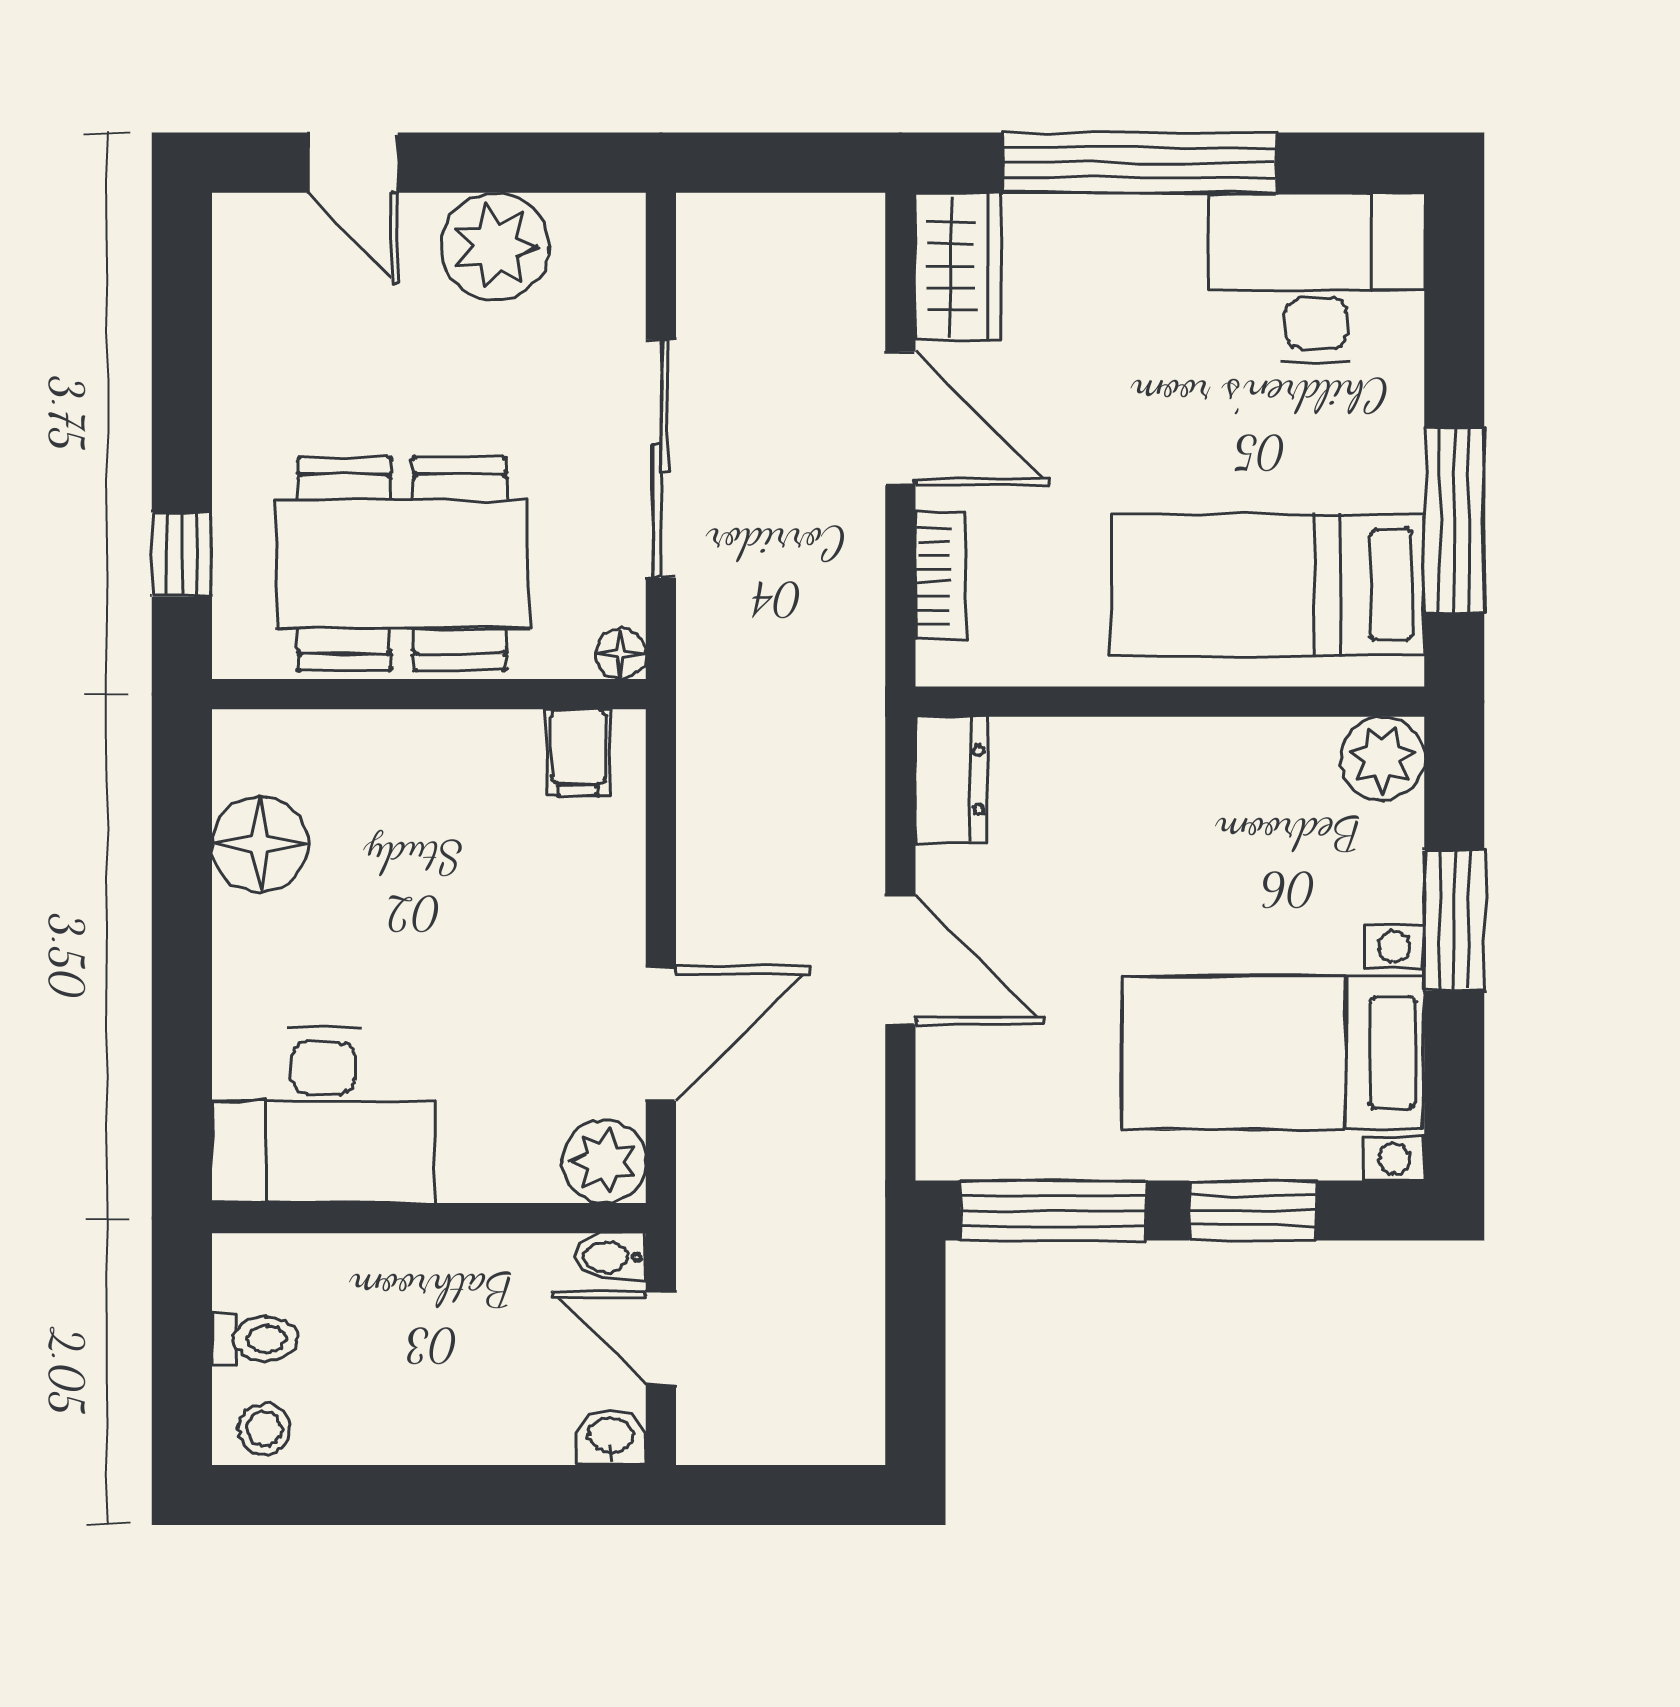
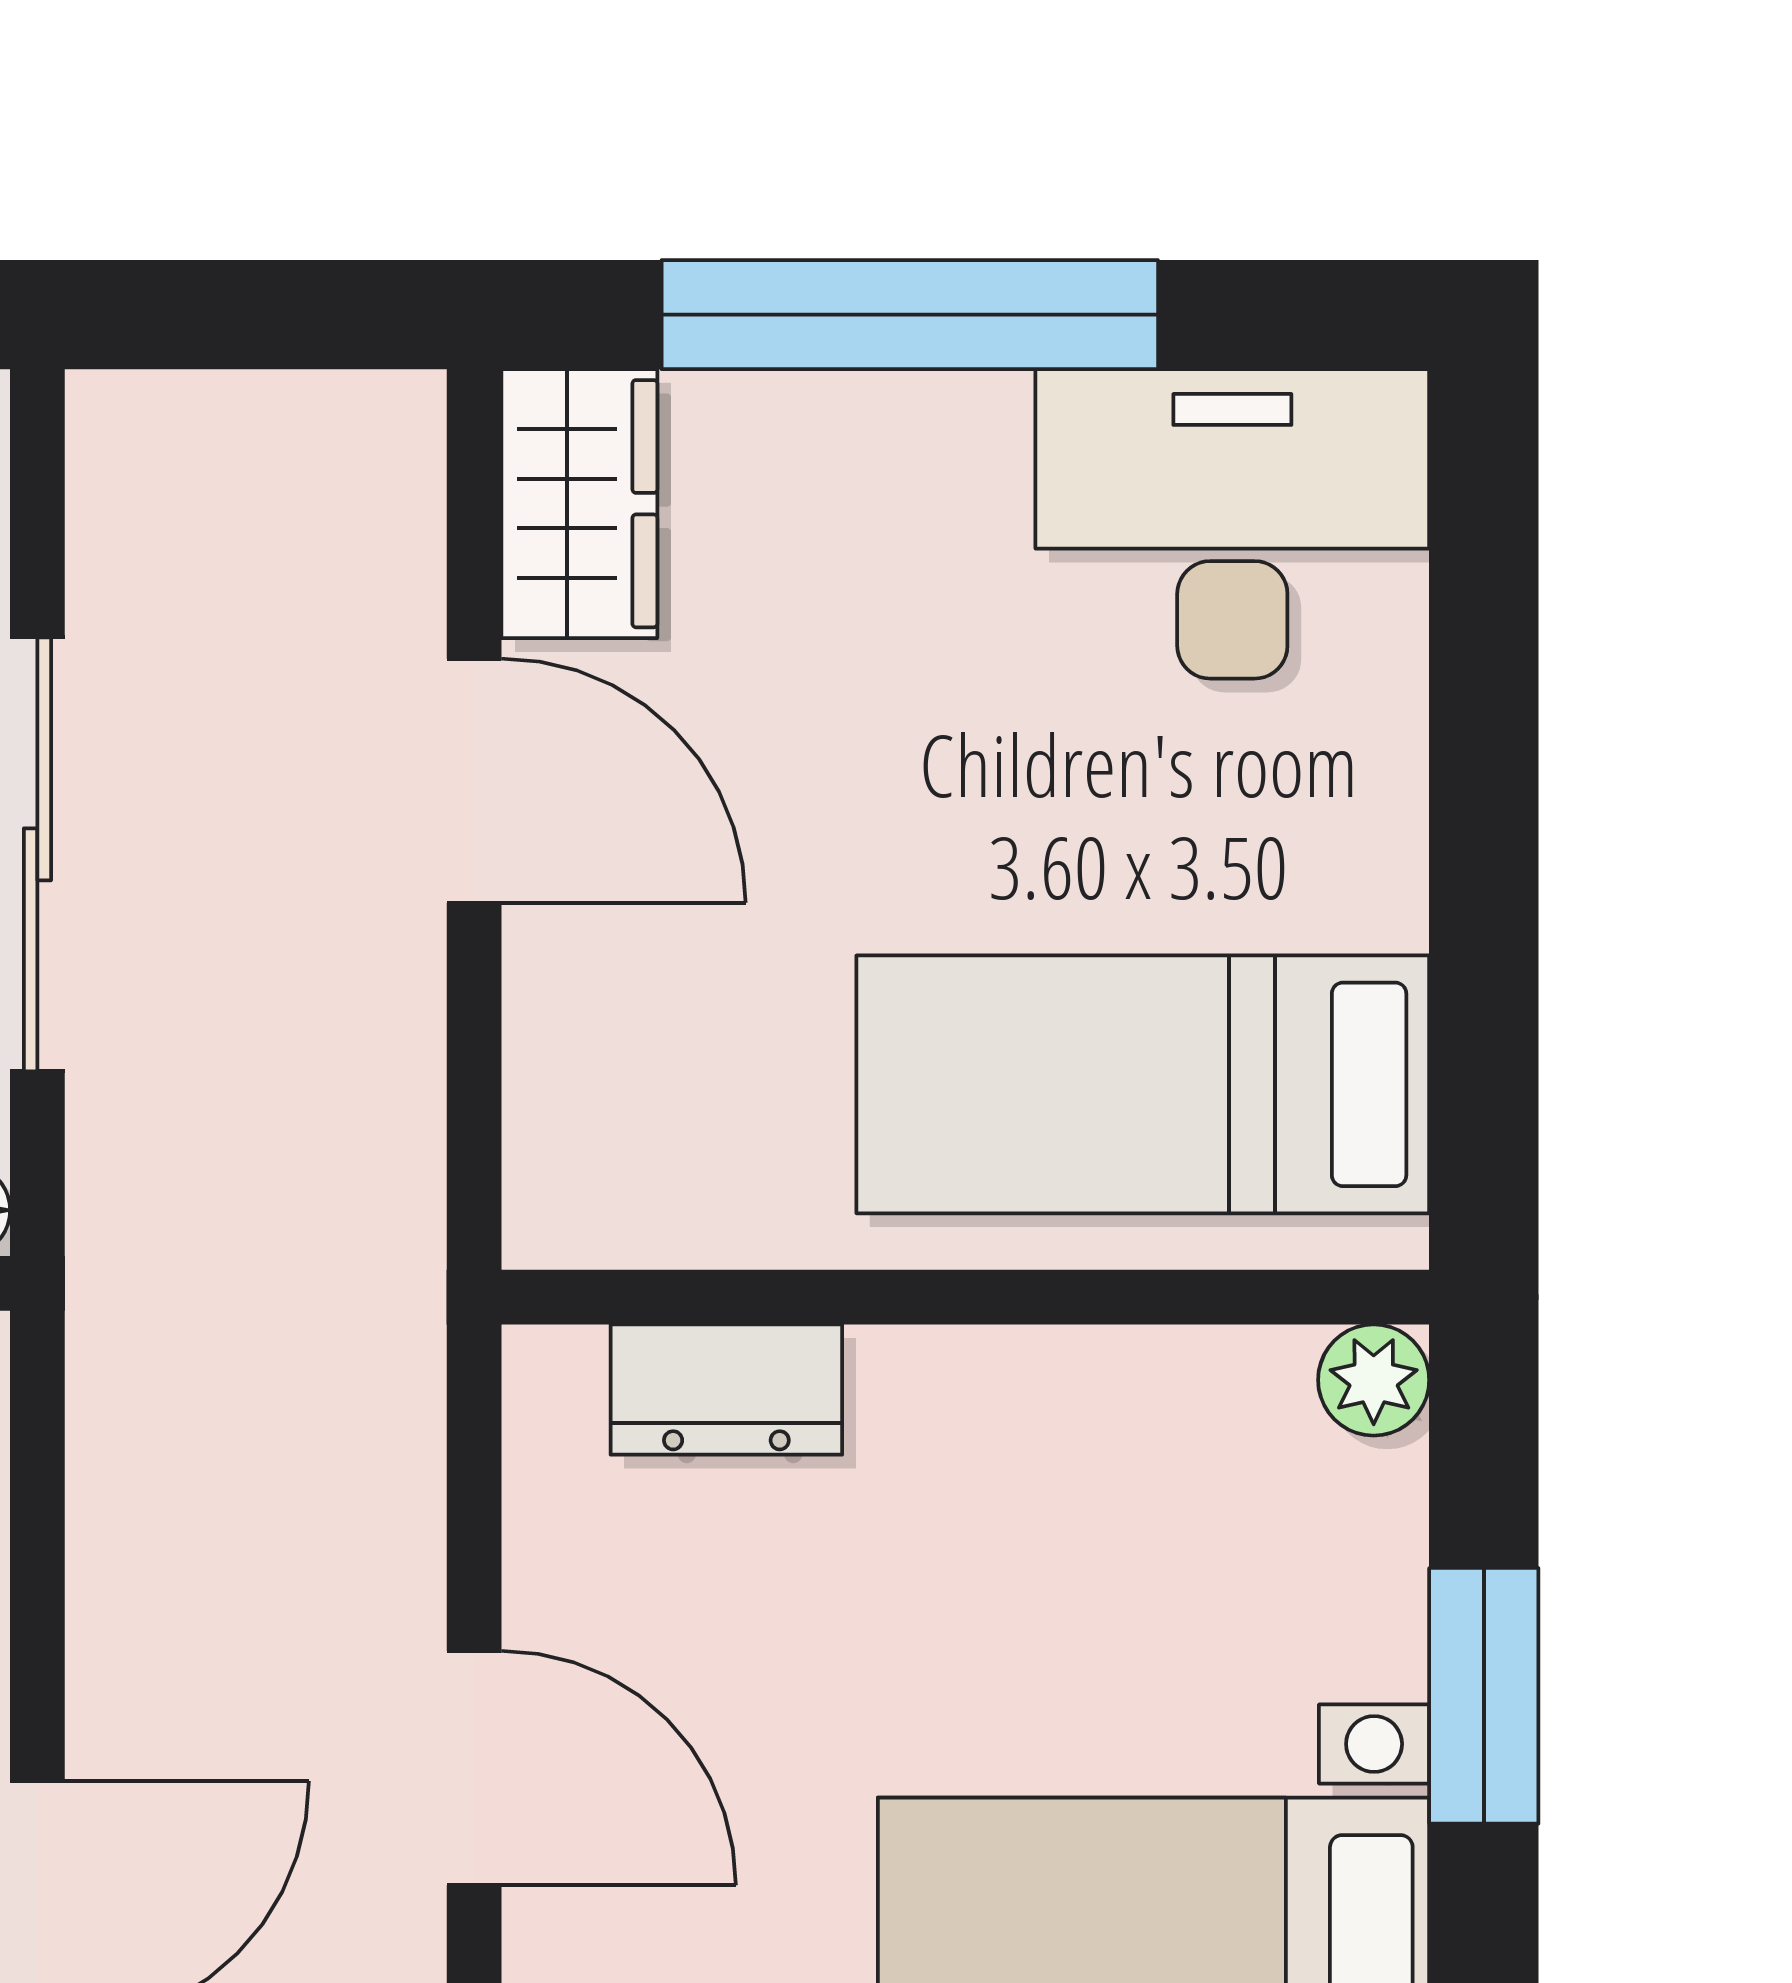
window: (1454, 520) -> (1484, 967), removed
bookcase: (941, 576) -> (548, 1068), removed
plant: (1382, 758) -> (1374, 1380), width x0.73, depth x0.73
dresser: (951, 780) -> (726, 1390), moved, turned 90

